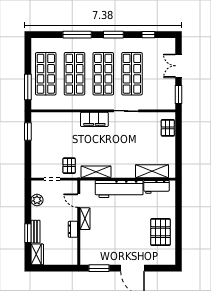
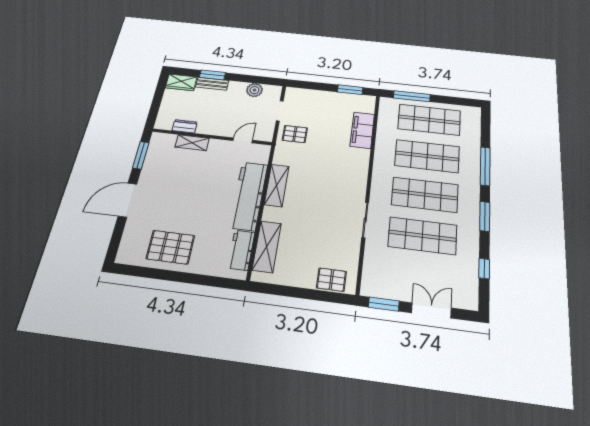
filing cabinet: (94, 119) -> (362, 130), moved
shelving: (96, 172) -> (277, 185), moved
shelving: (85, 219) -> (192, 143), moved
dresser: (73, 229) -> (185, 126), moved

